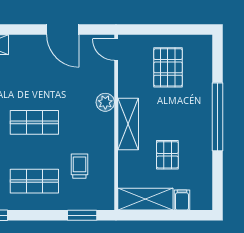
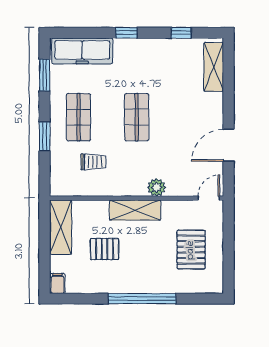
pallet: (168, 67) -> (191, 250), turned 90
filing cabinet: (182, 200) -> (57, 283), moved, turned -90
window: (82, 215) -> (45, 136), moved

